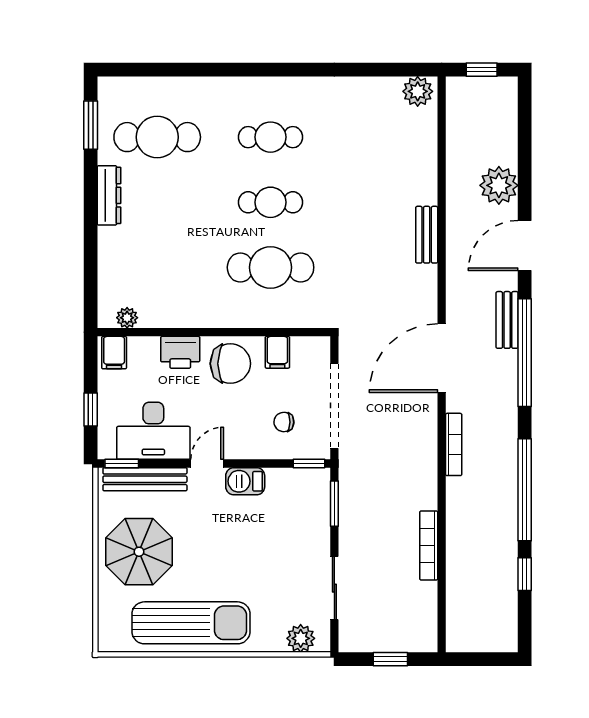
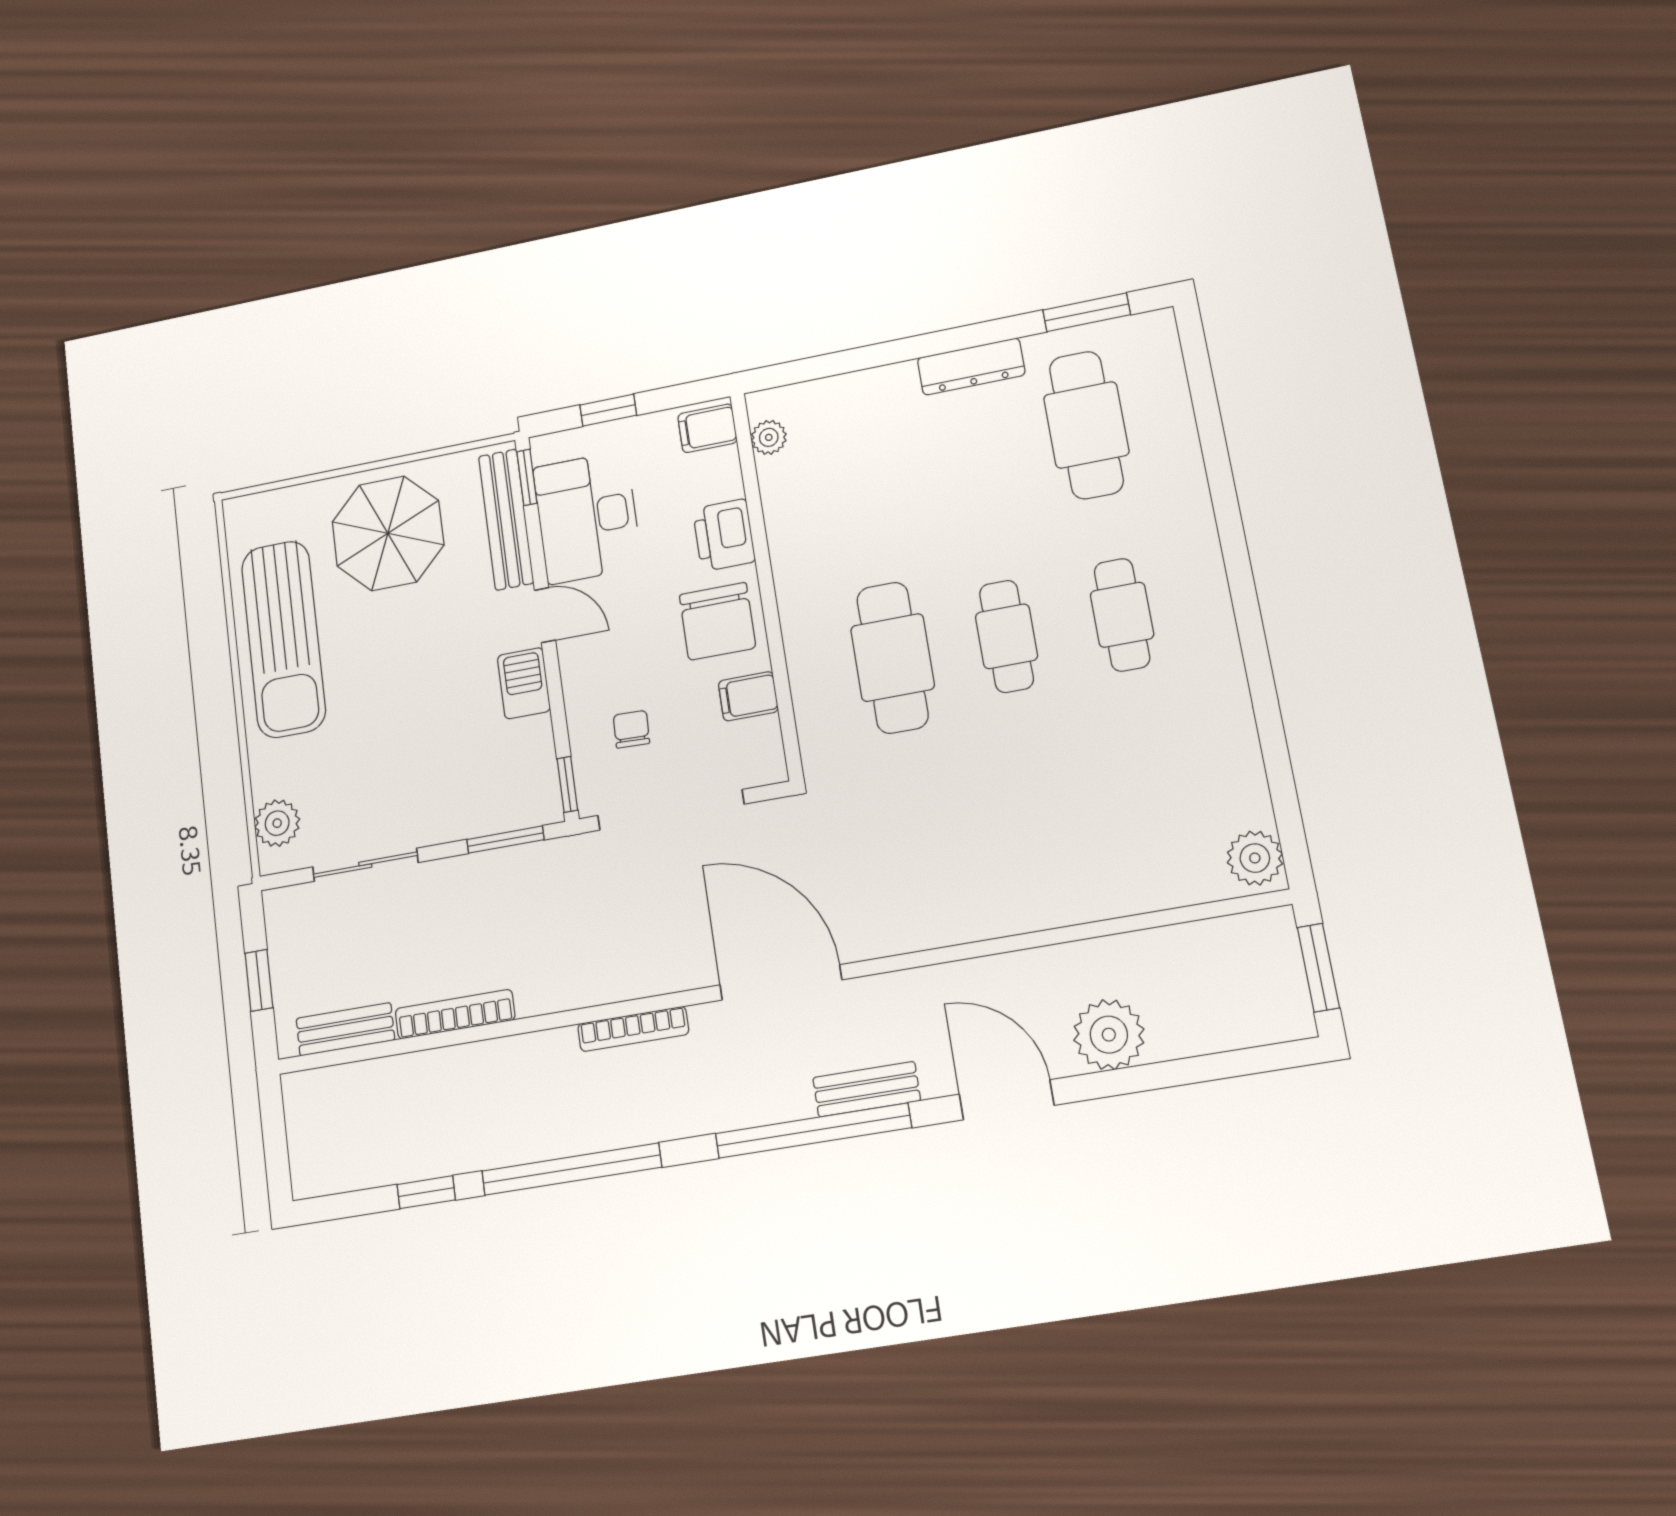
window: (482, 70) -> (1318, 968), width x1.50
bench: (427, 235) -> (345, 1029), moved

